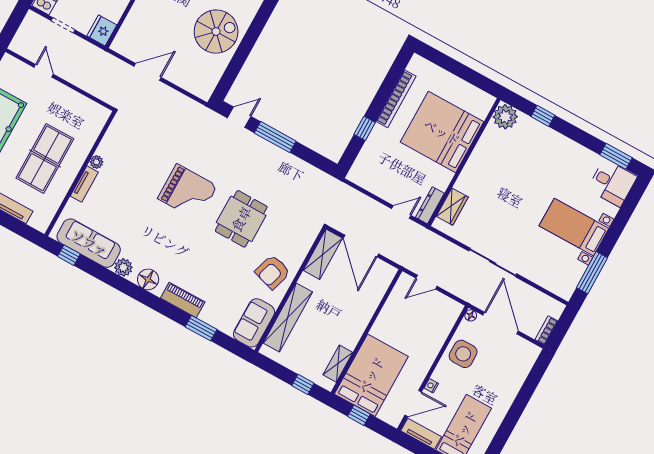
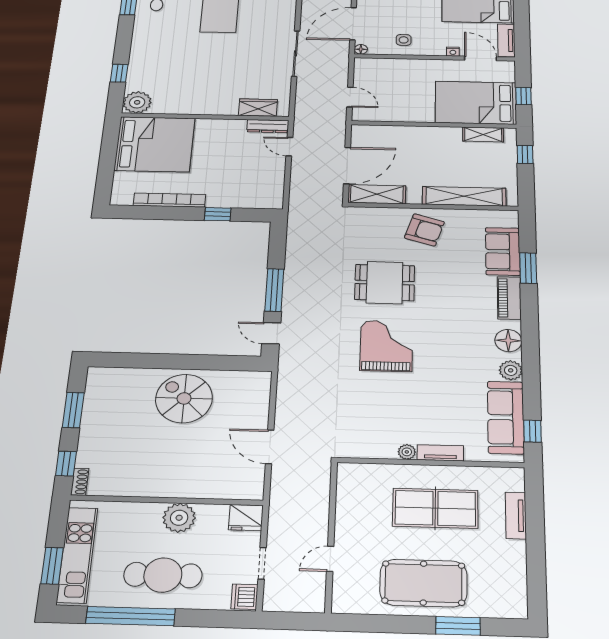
bed: (442, 132) -> (155, 144), moved, turned -90
sofa: (254, 323) -> (503, 251), moved, turned 90
side table: (463, 354) -> (404, 40), width x0.54, depth x0.54

